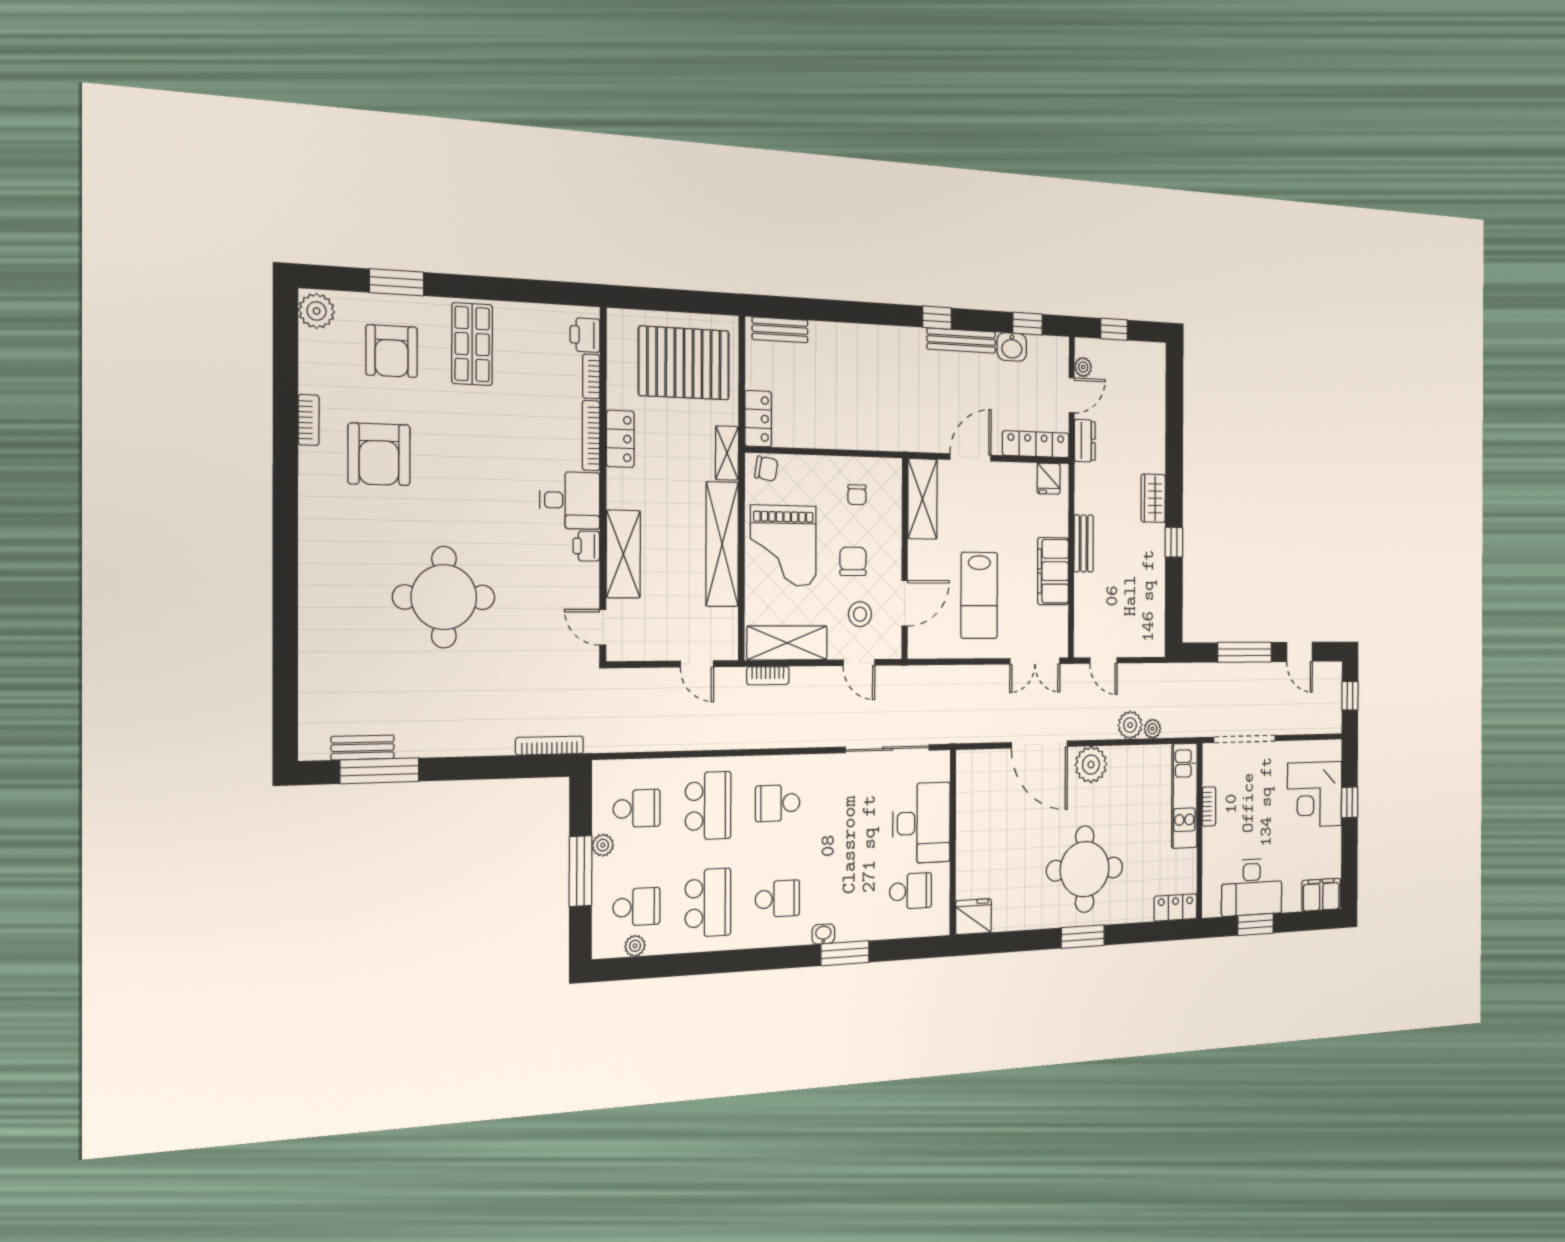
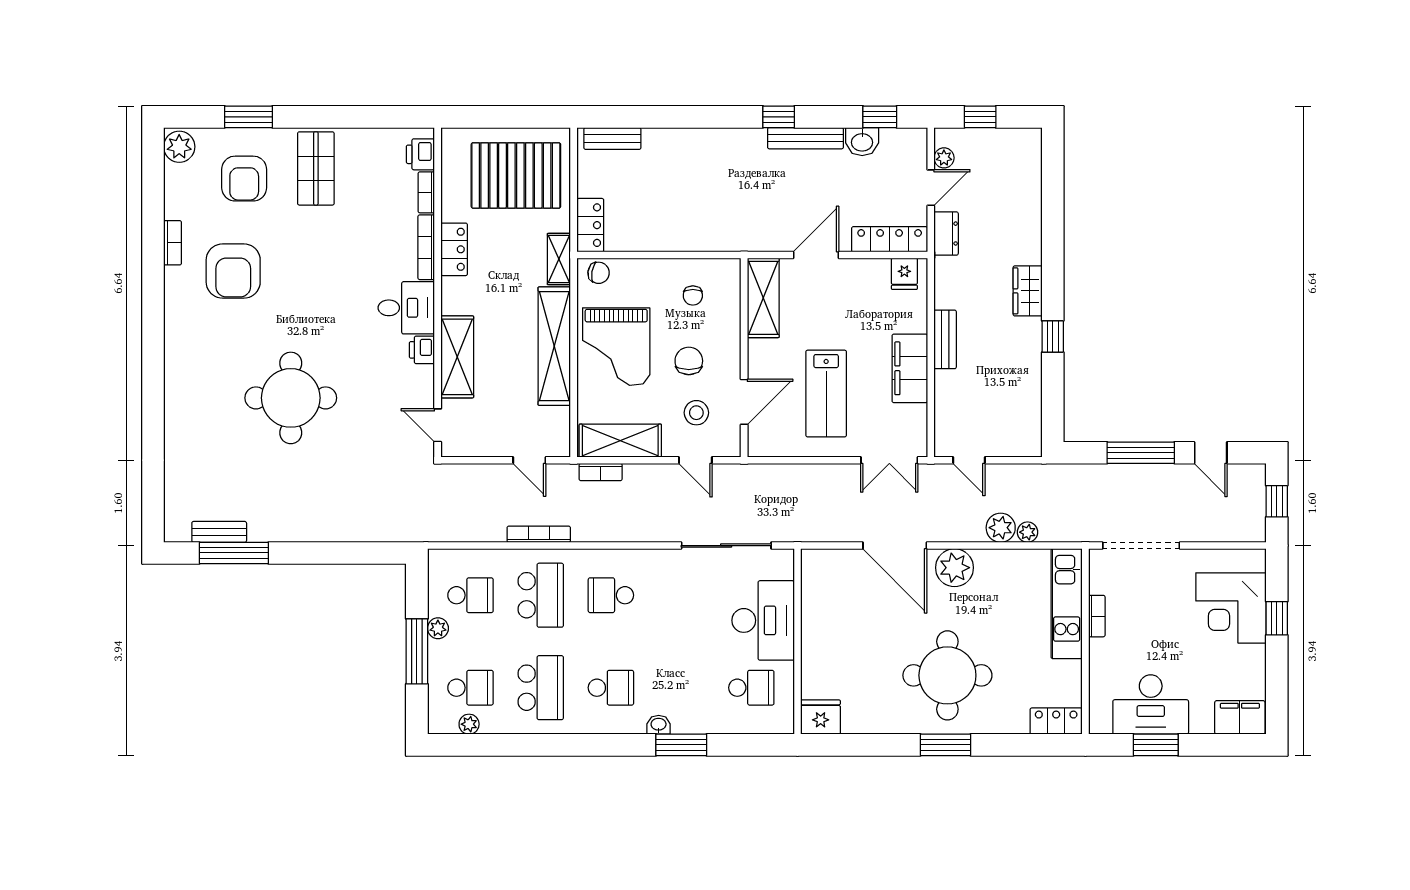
bookcase: (549, 746) -> (539, 534), moved

